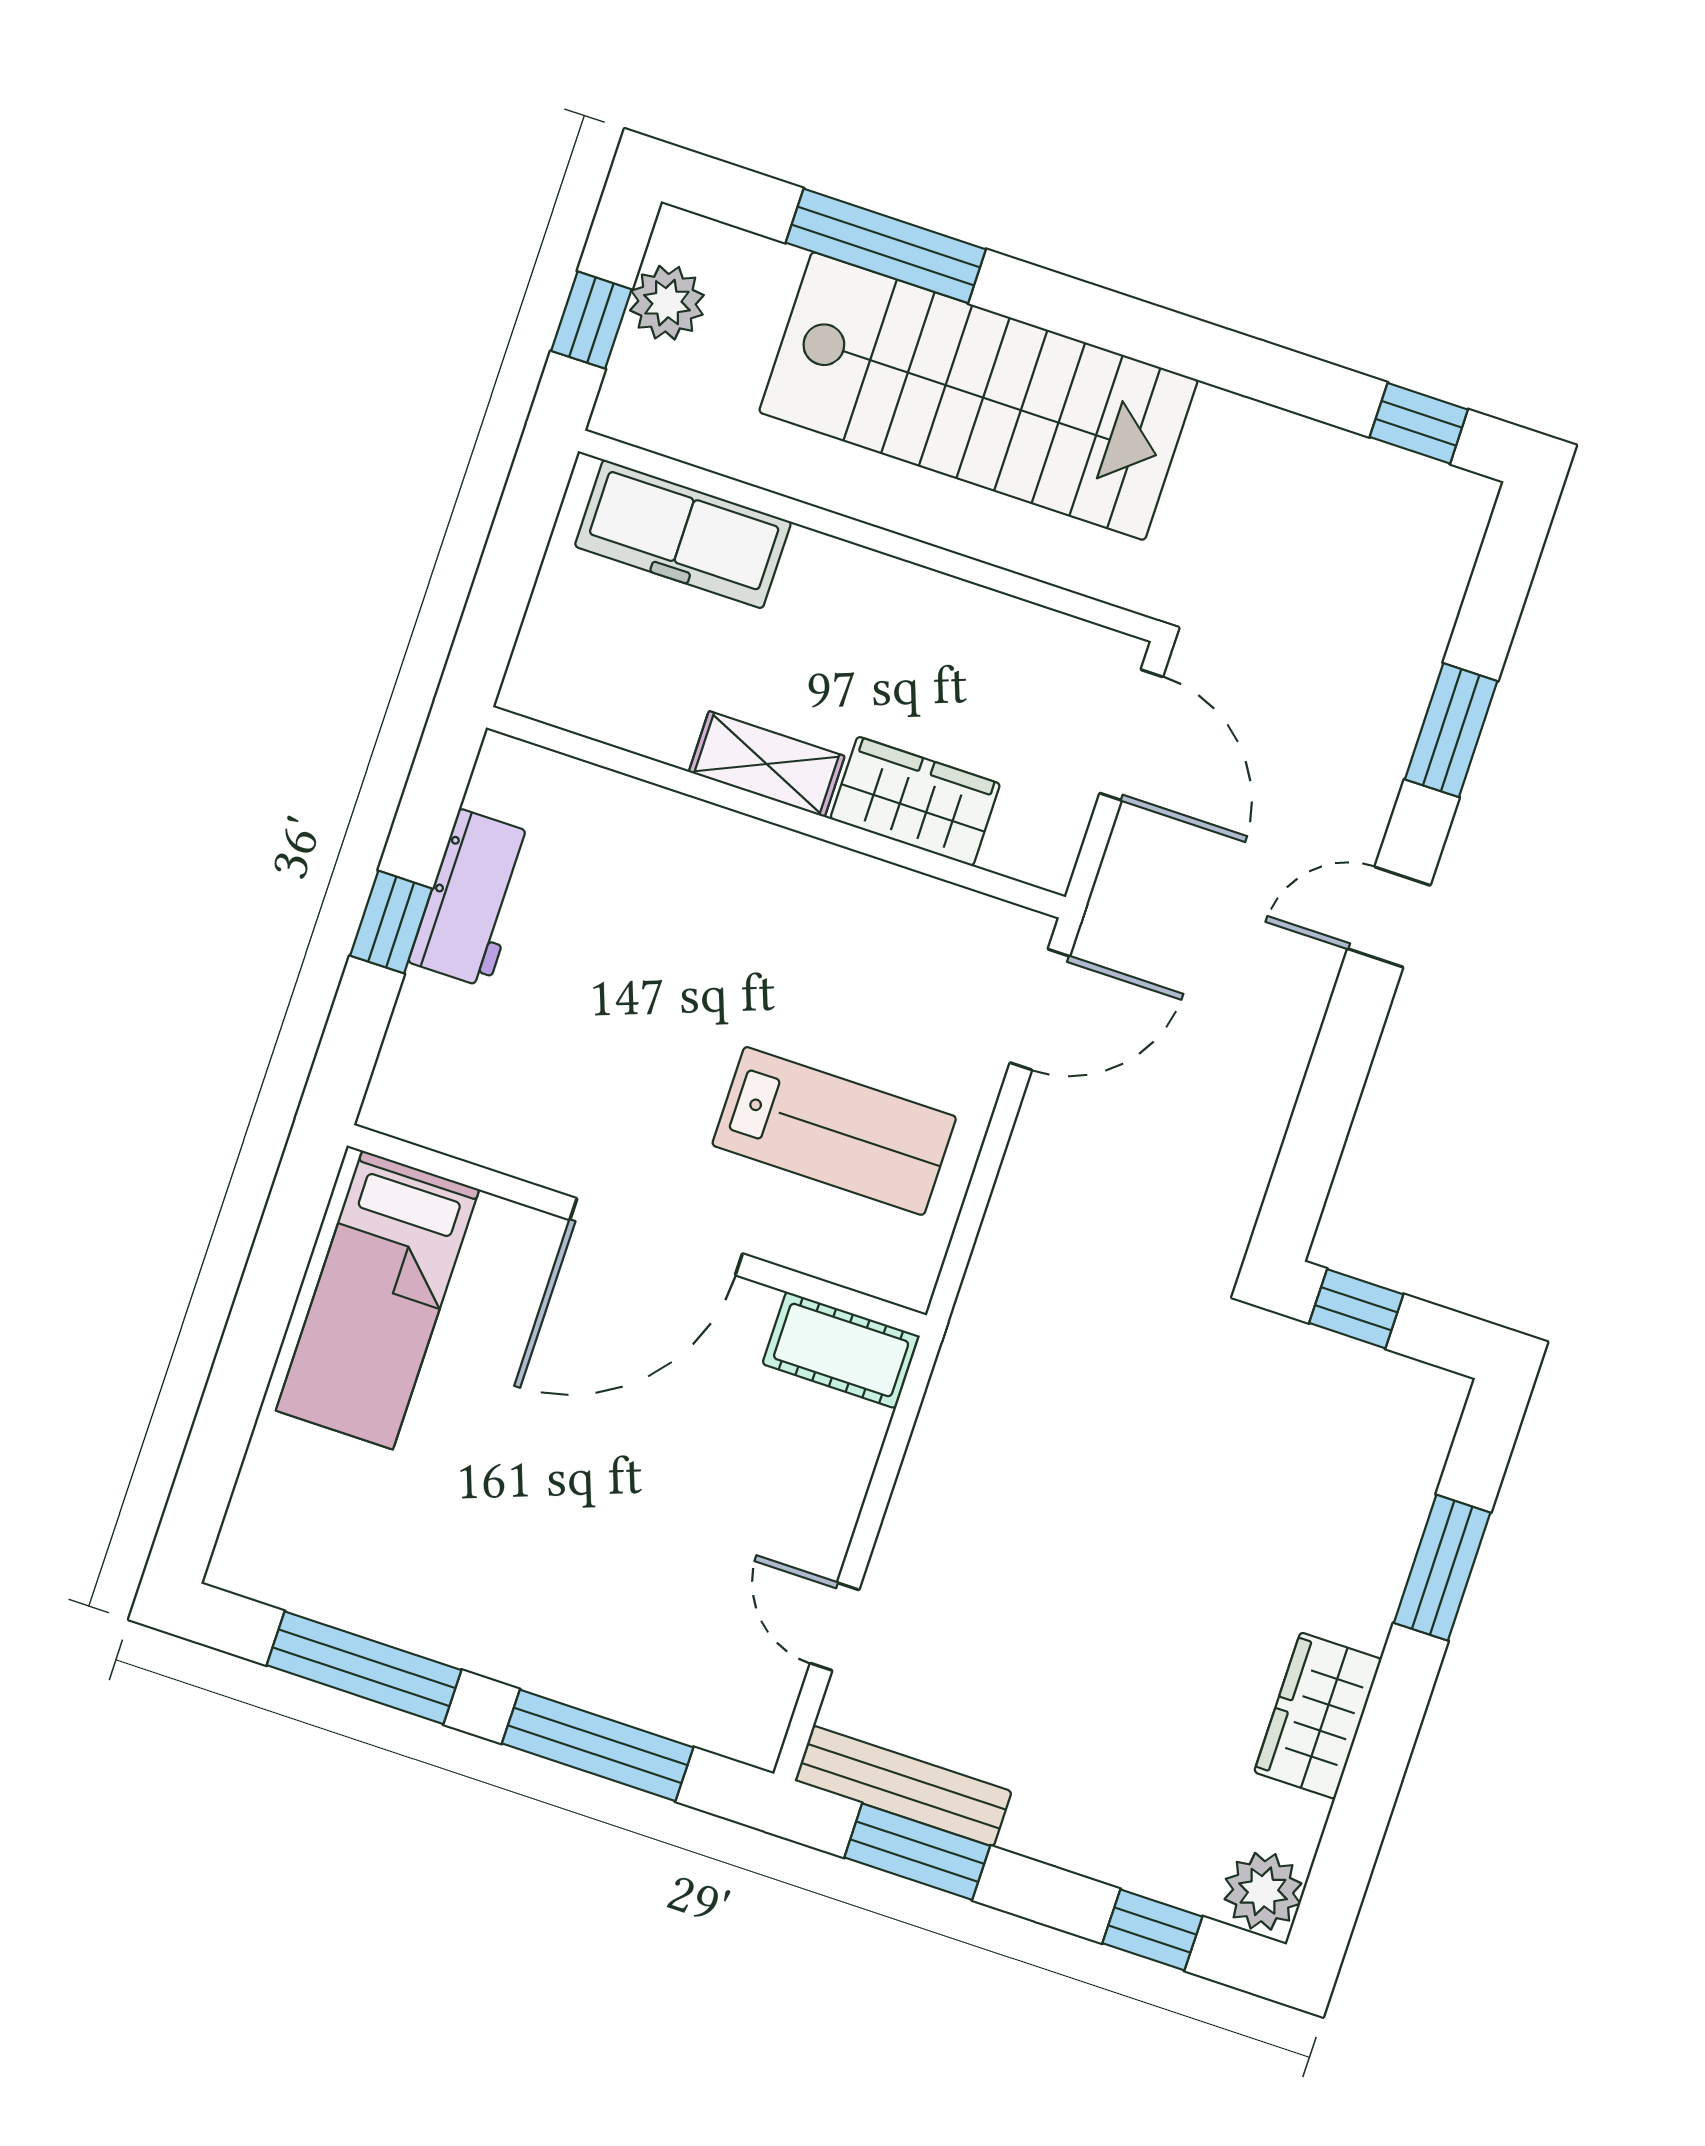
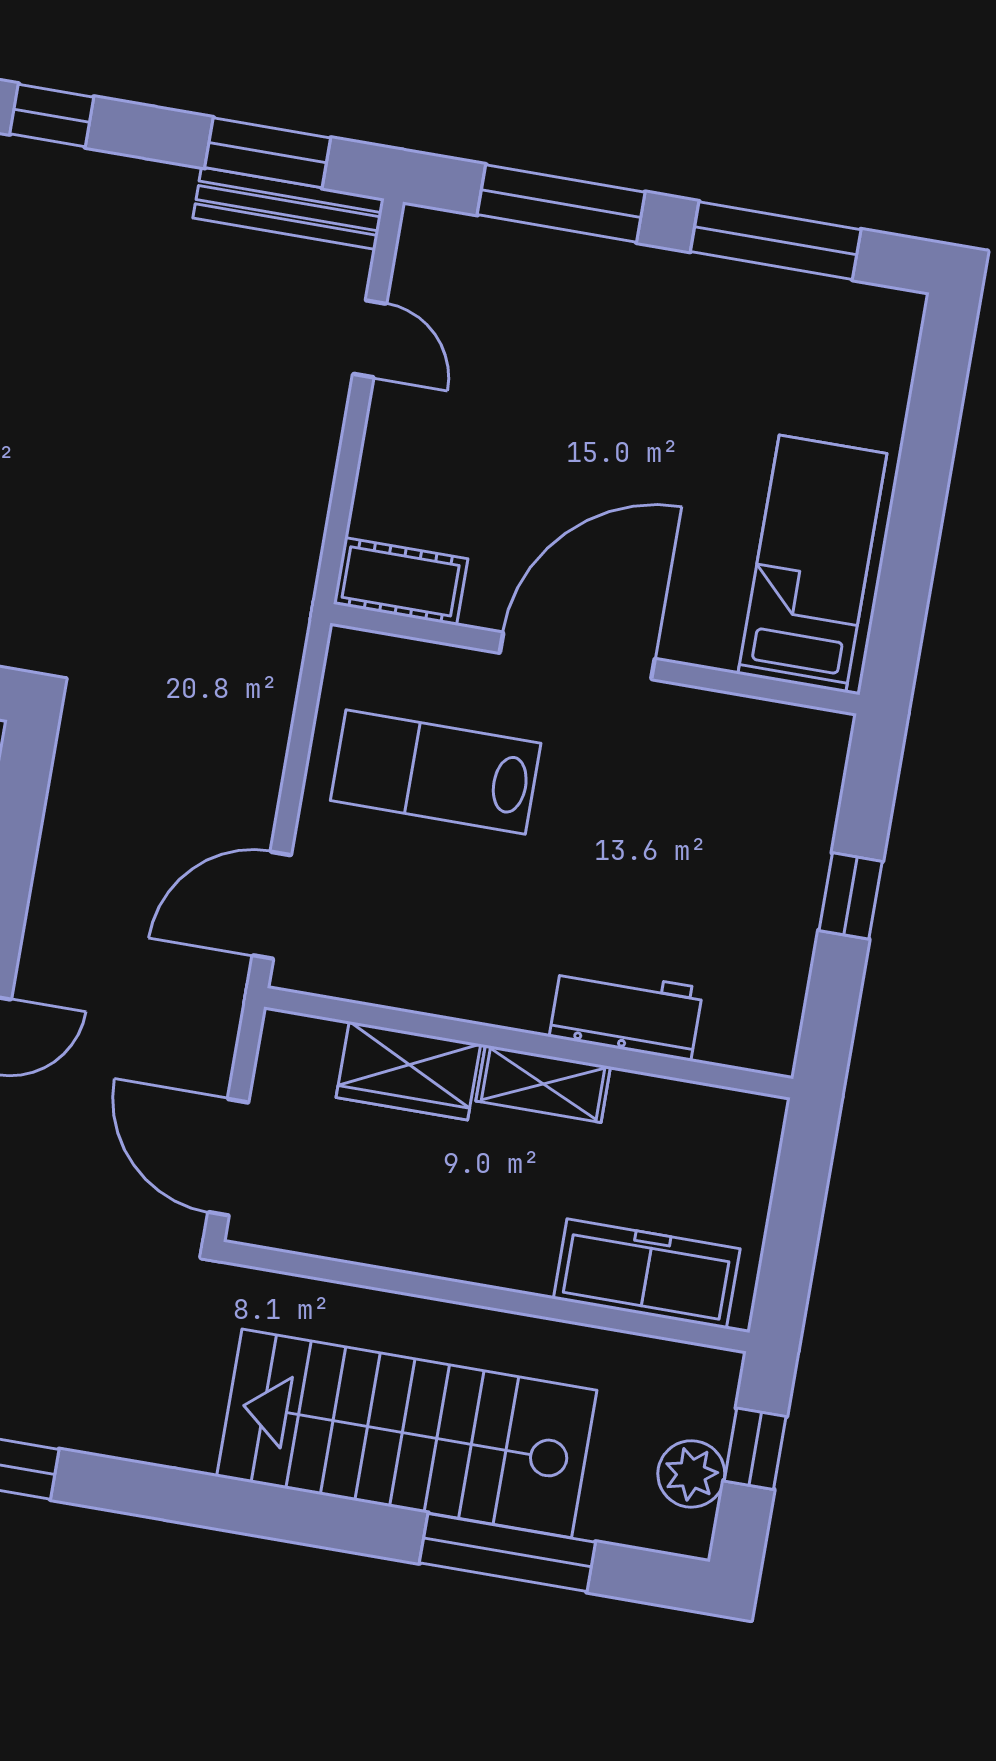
workbench: (473, 898) -> (626, 1012), moved, turned 90

